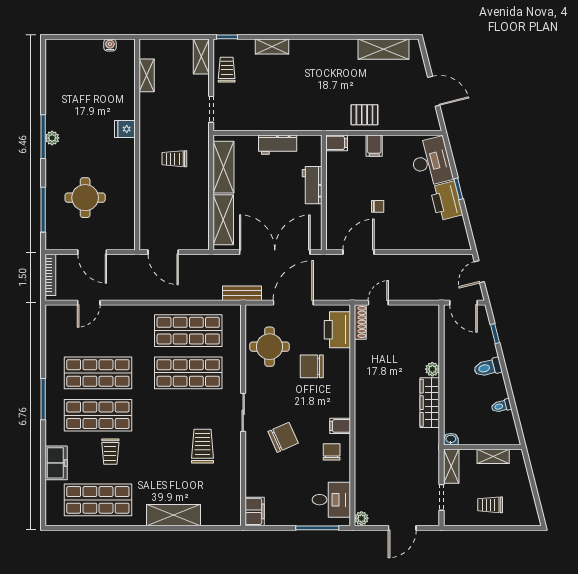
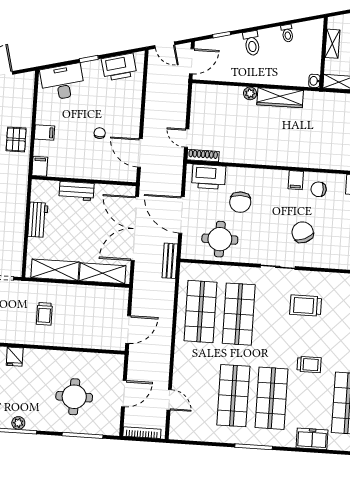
printer: (446, 201) -> (119, 67), moved
trolley: (110, 452) -> (309, 365), moved

